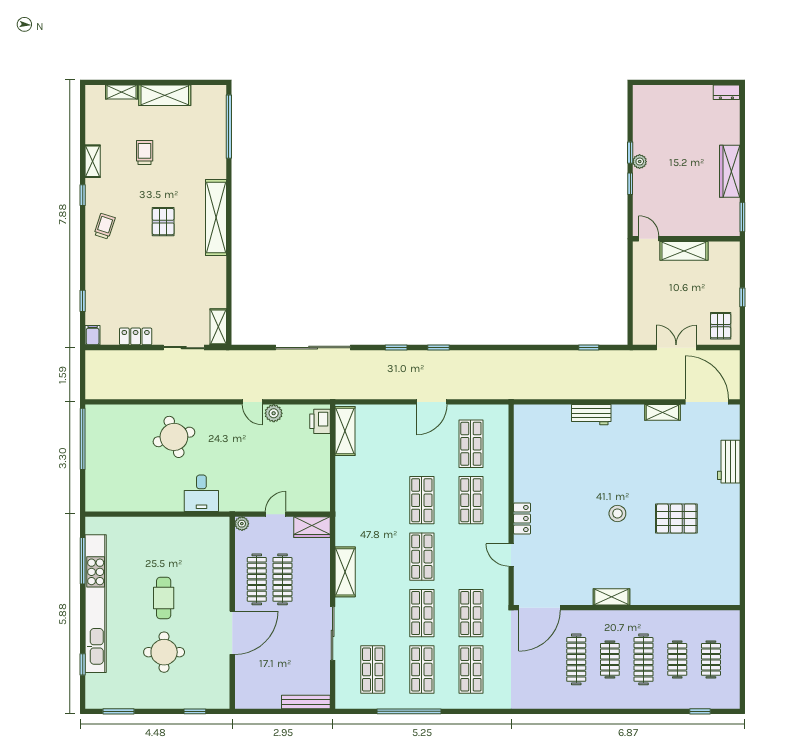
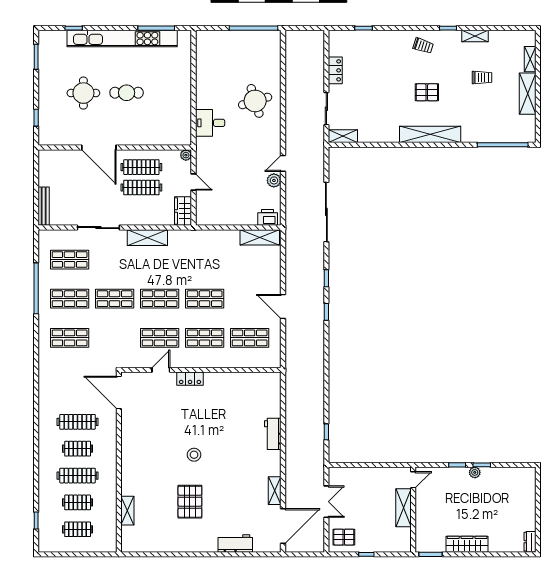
filing cabinet: (93, 335) -> (336, 36), removed
shelving: (611, 597) -> (127, 511), moved
shop shelf: (471, 613) -> (160, 338), moved

